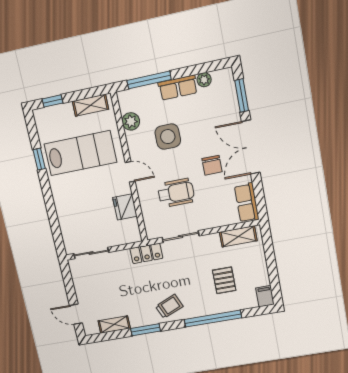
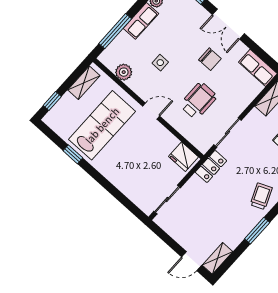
side table: (168, 137) -> (160, 63), width x0.54, depth x0.54
double door: (251, 147) -> (228, 24), width x0.73
fridge: (125, 207) -> (183, 157), moved
shelving: (114, 324) -> (217, 258), moved

